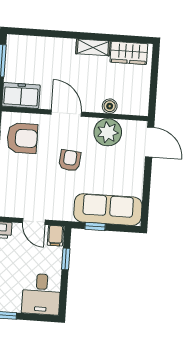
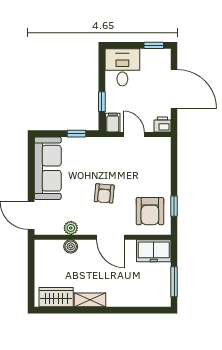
plant: (108, 132) -> (71, 228), width x0.53, depth x0.53
armchair: (22, 138) -> (150, 211), turned -90
sofa: (108, 210) -> (48, 168), moved, turned -90

